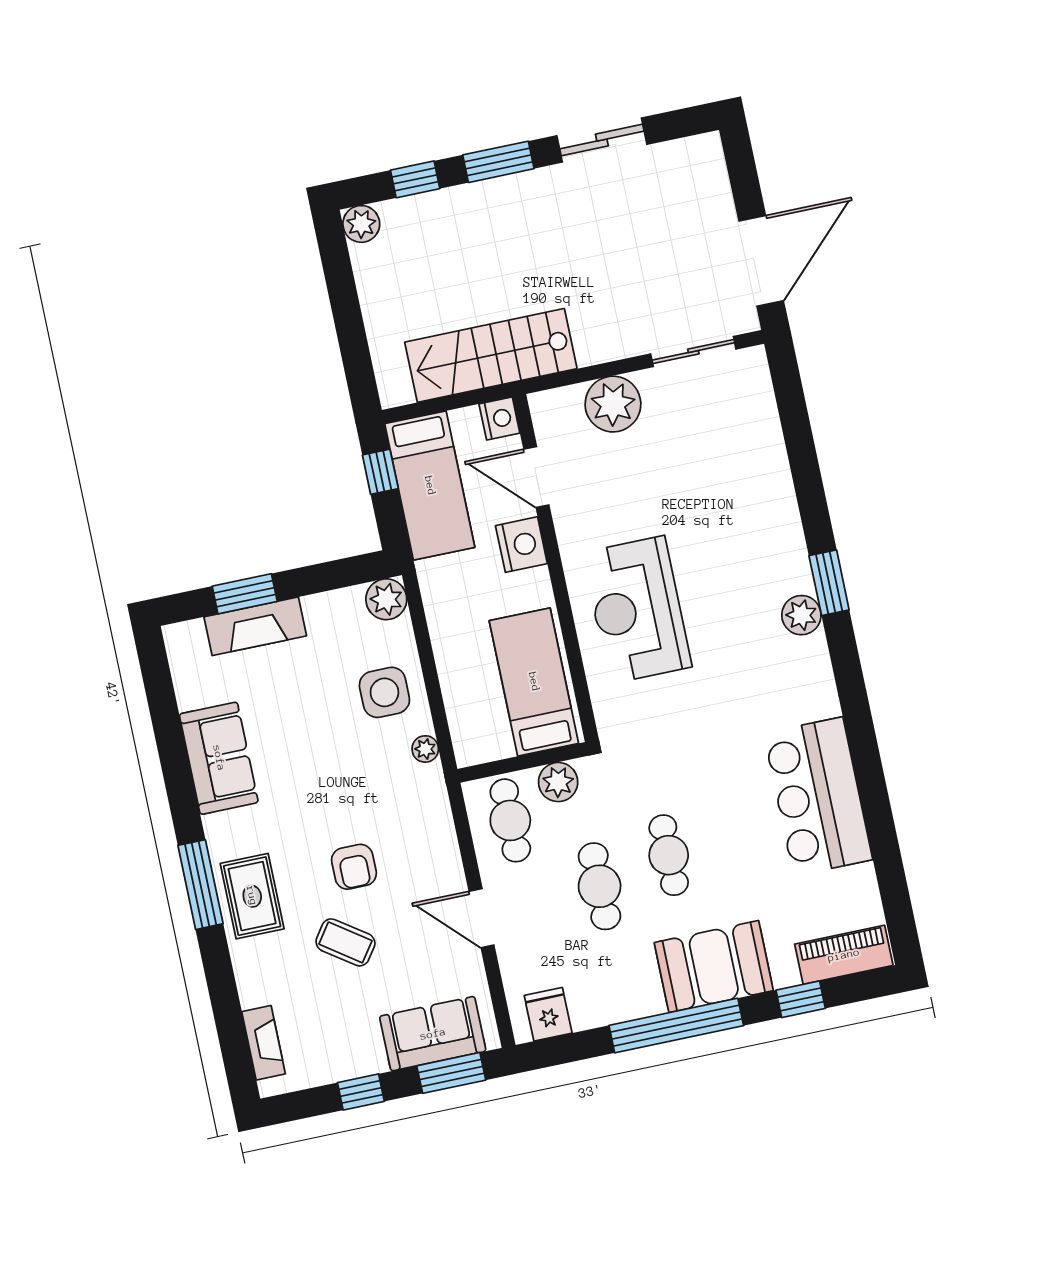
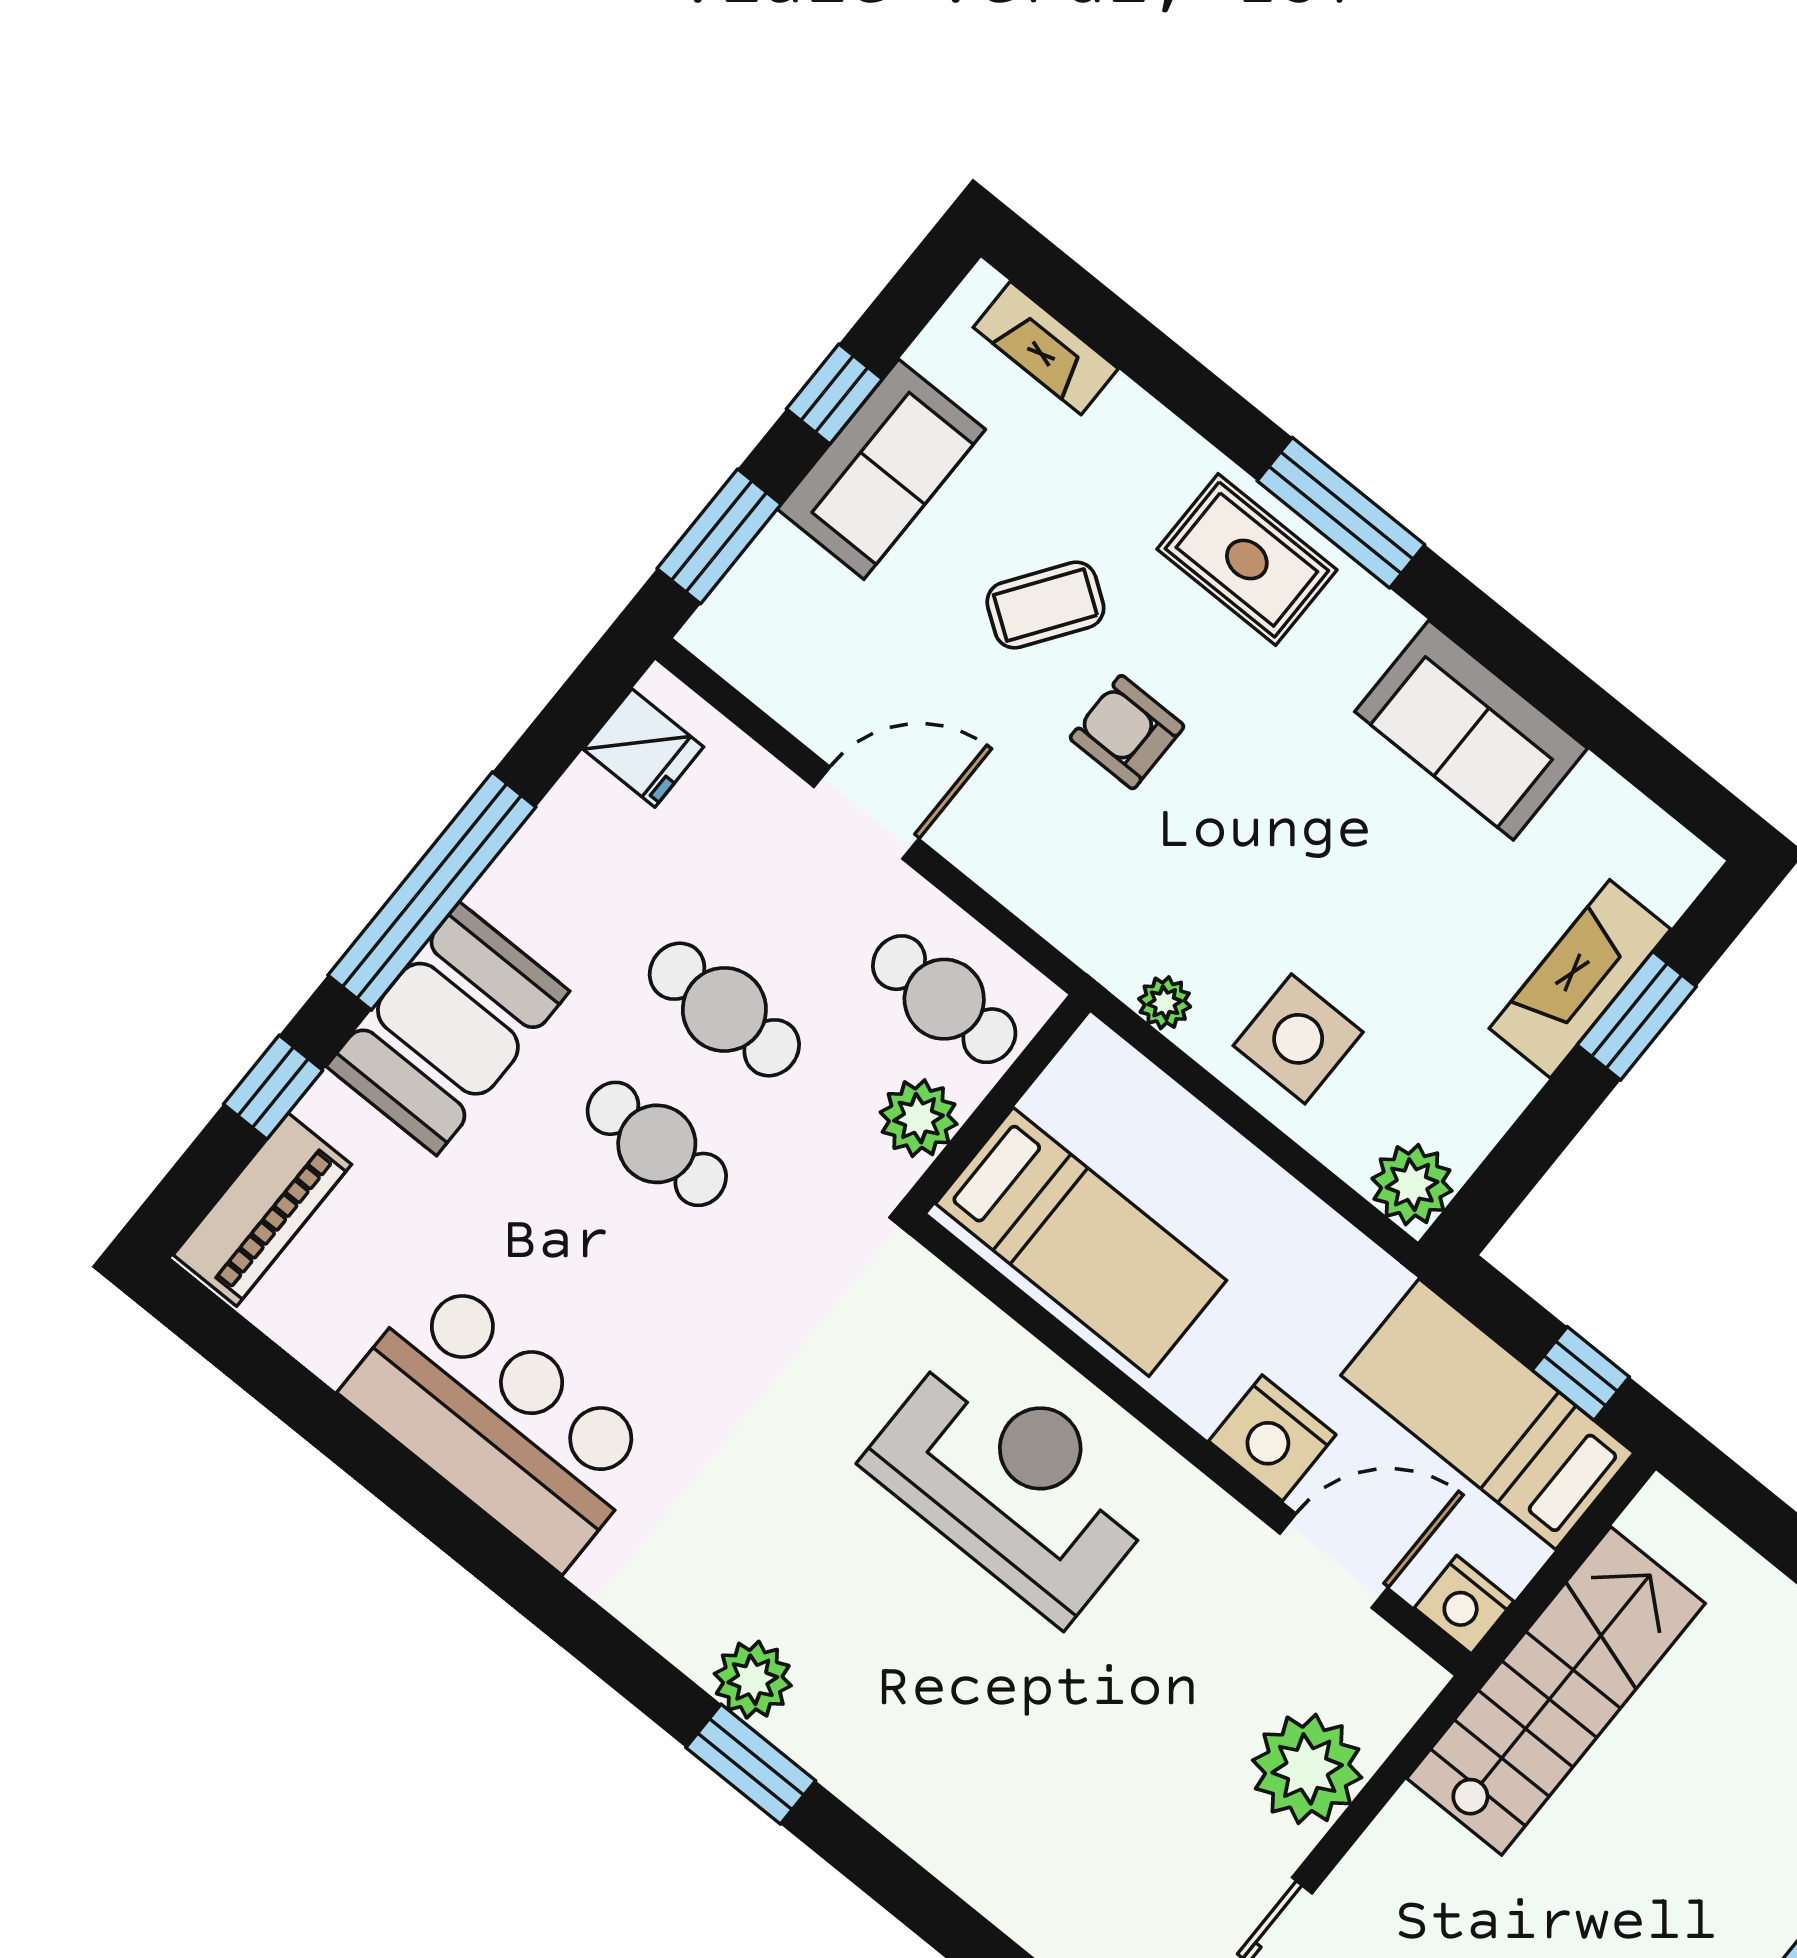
sofa: (433, 1034) -> (881, 469), moved

